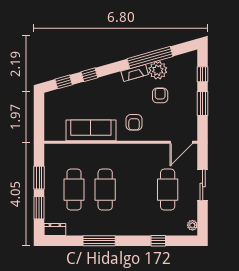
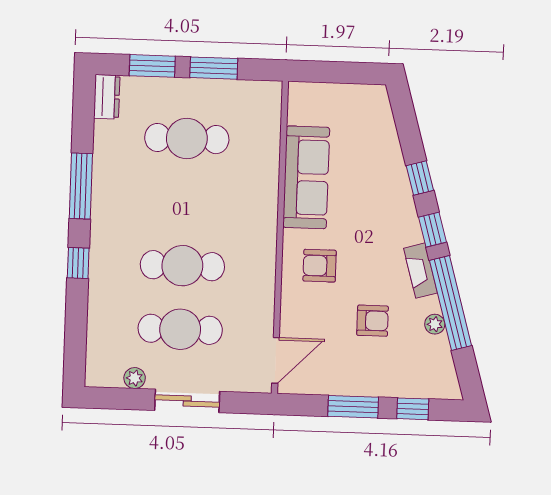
plant: (158, 70) -> (435, 324), width x0.53, depth x0.53
window: (64, 82) -> (433, 230), moved
door: (181, 142) -> (276, 360), swing flipped
cafe table: (105, 190) -> (182, 266), moved
plant: (192, 225) -> (135, 378), moved
window: (158, 241) -> (78, 263), moved

